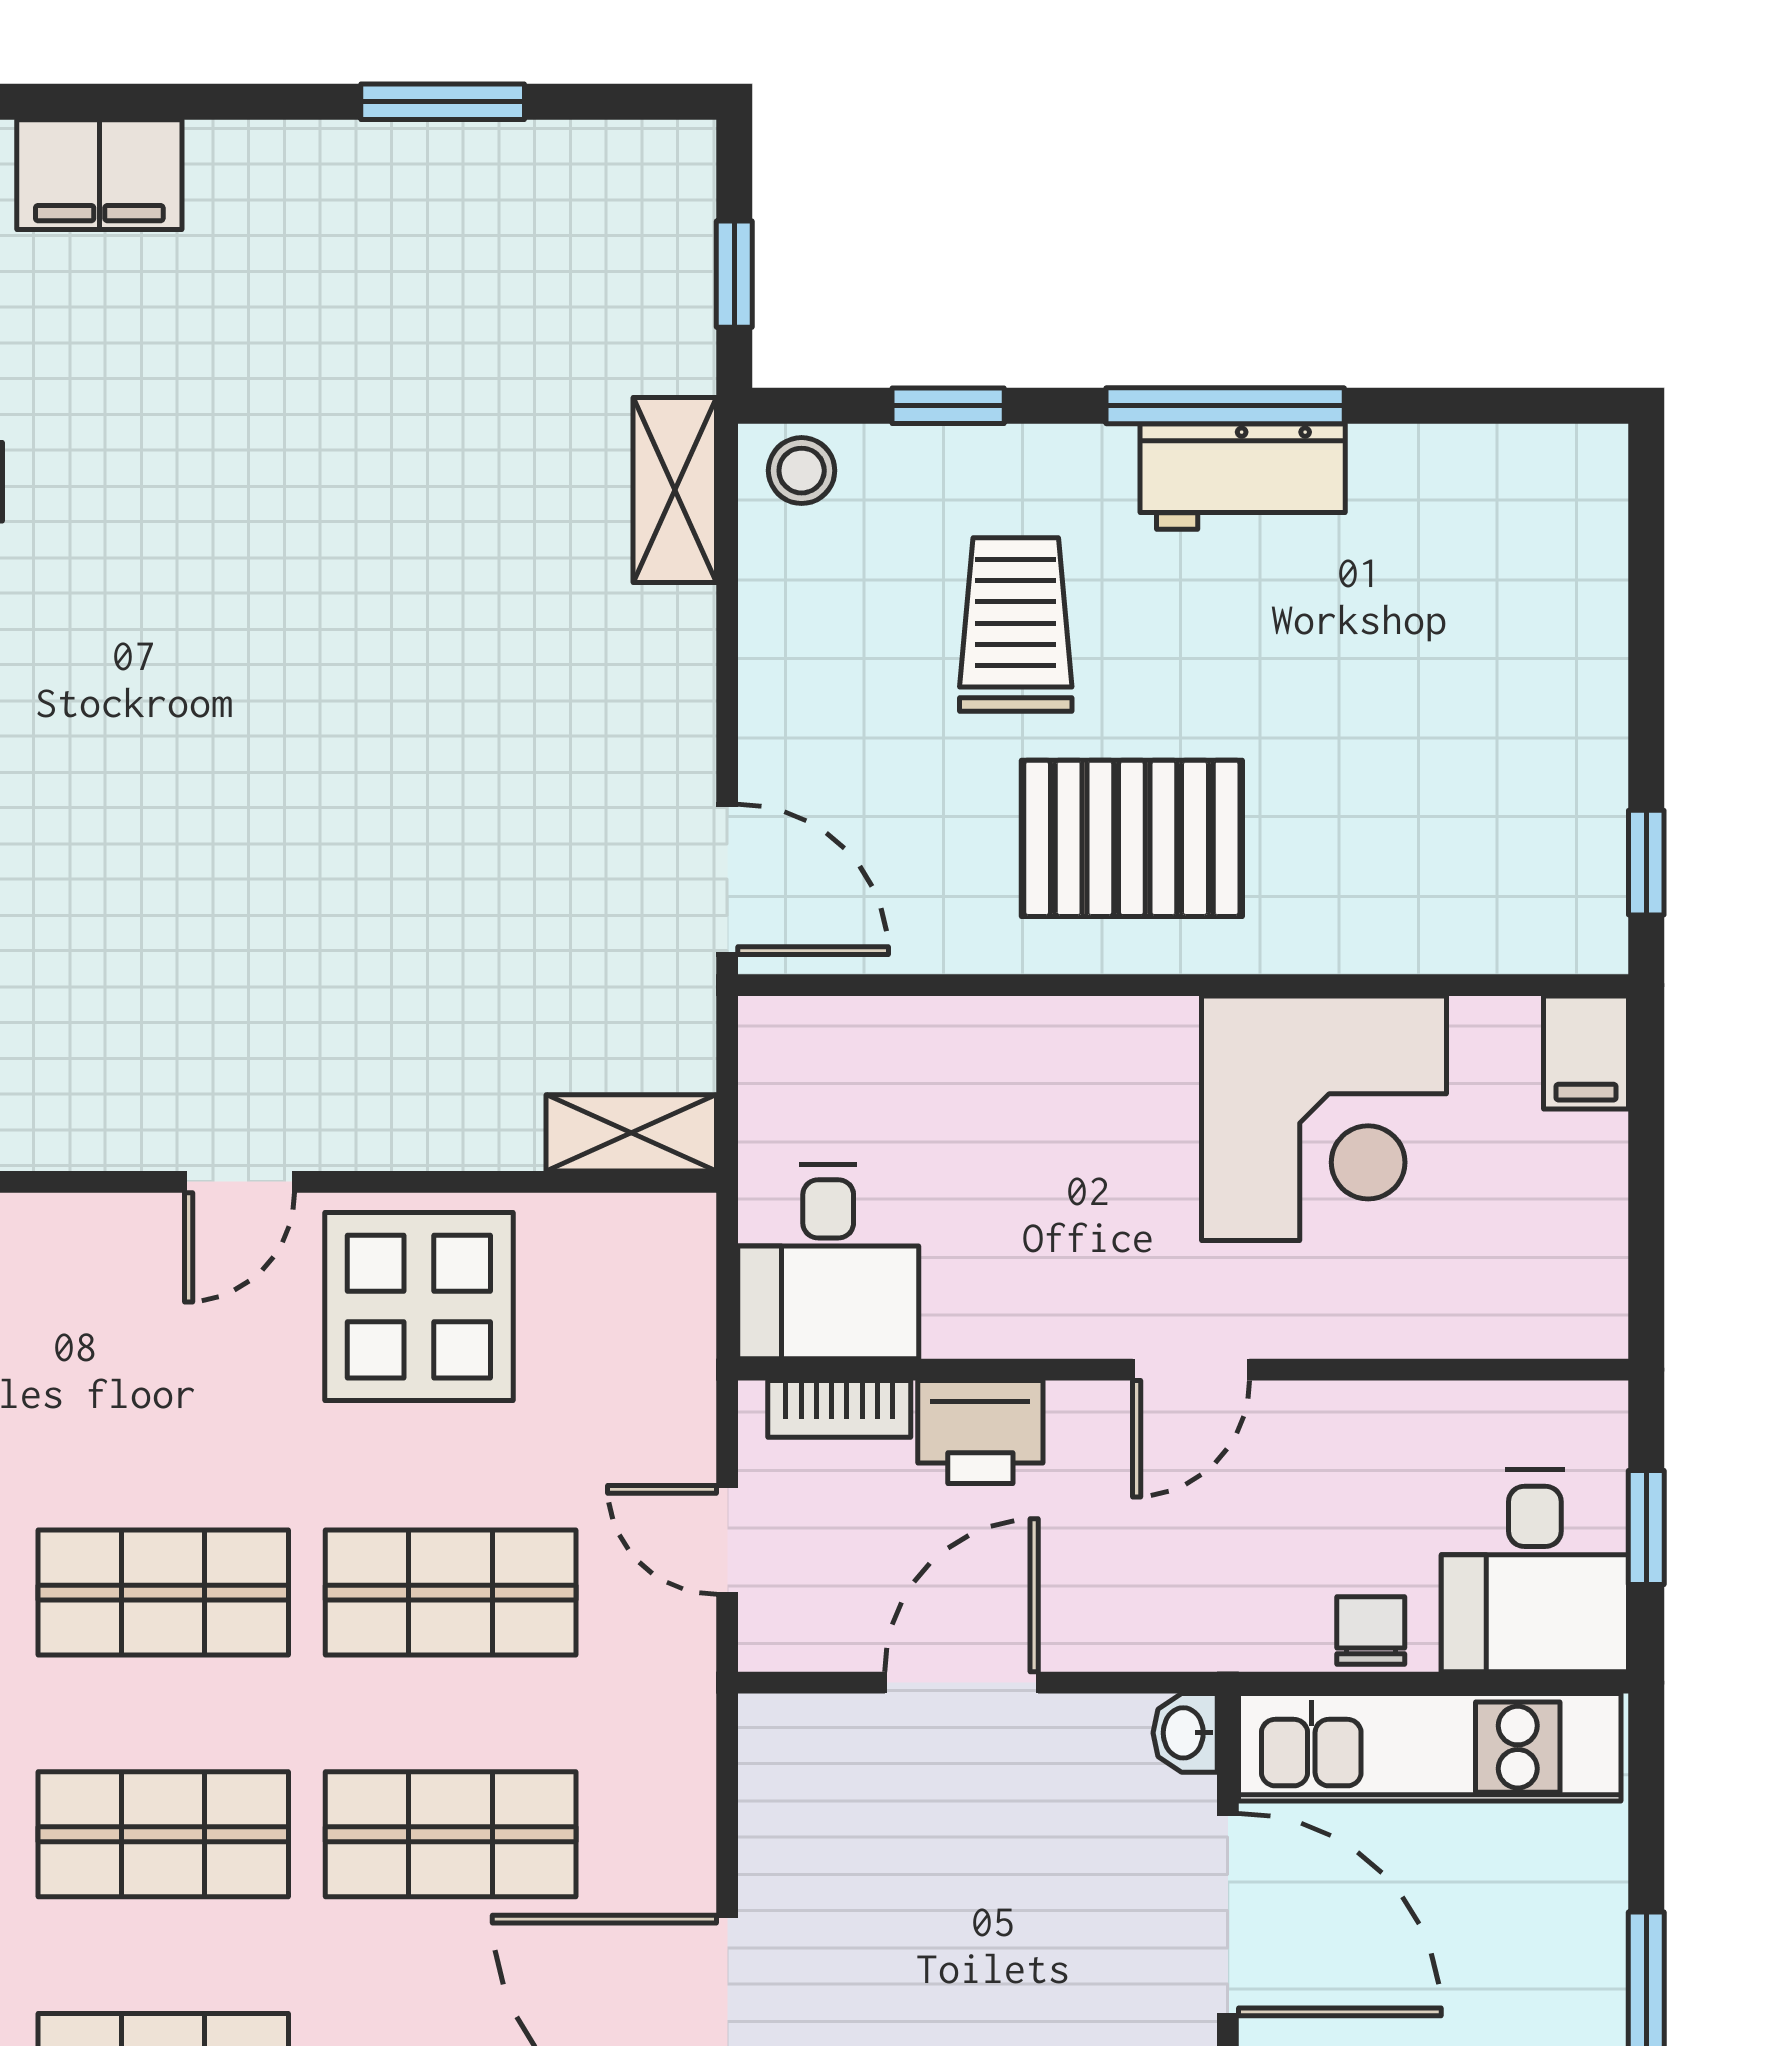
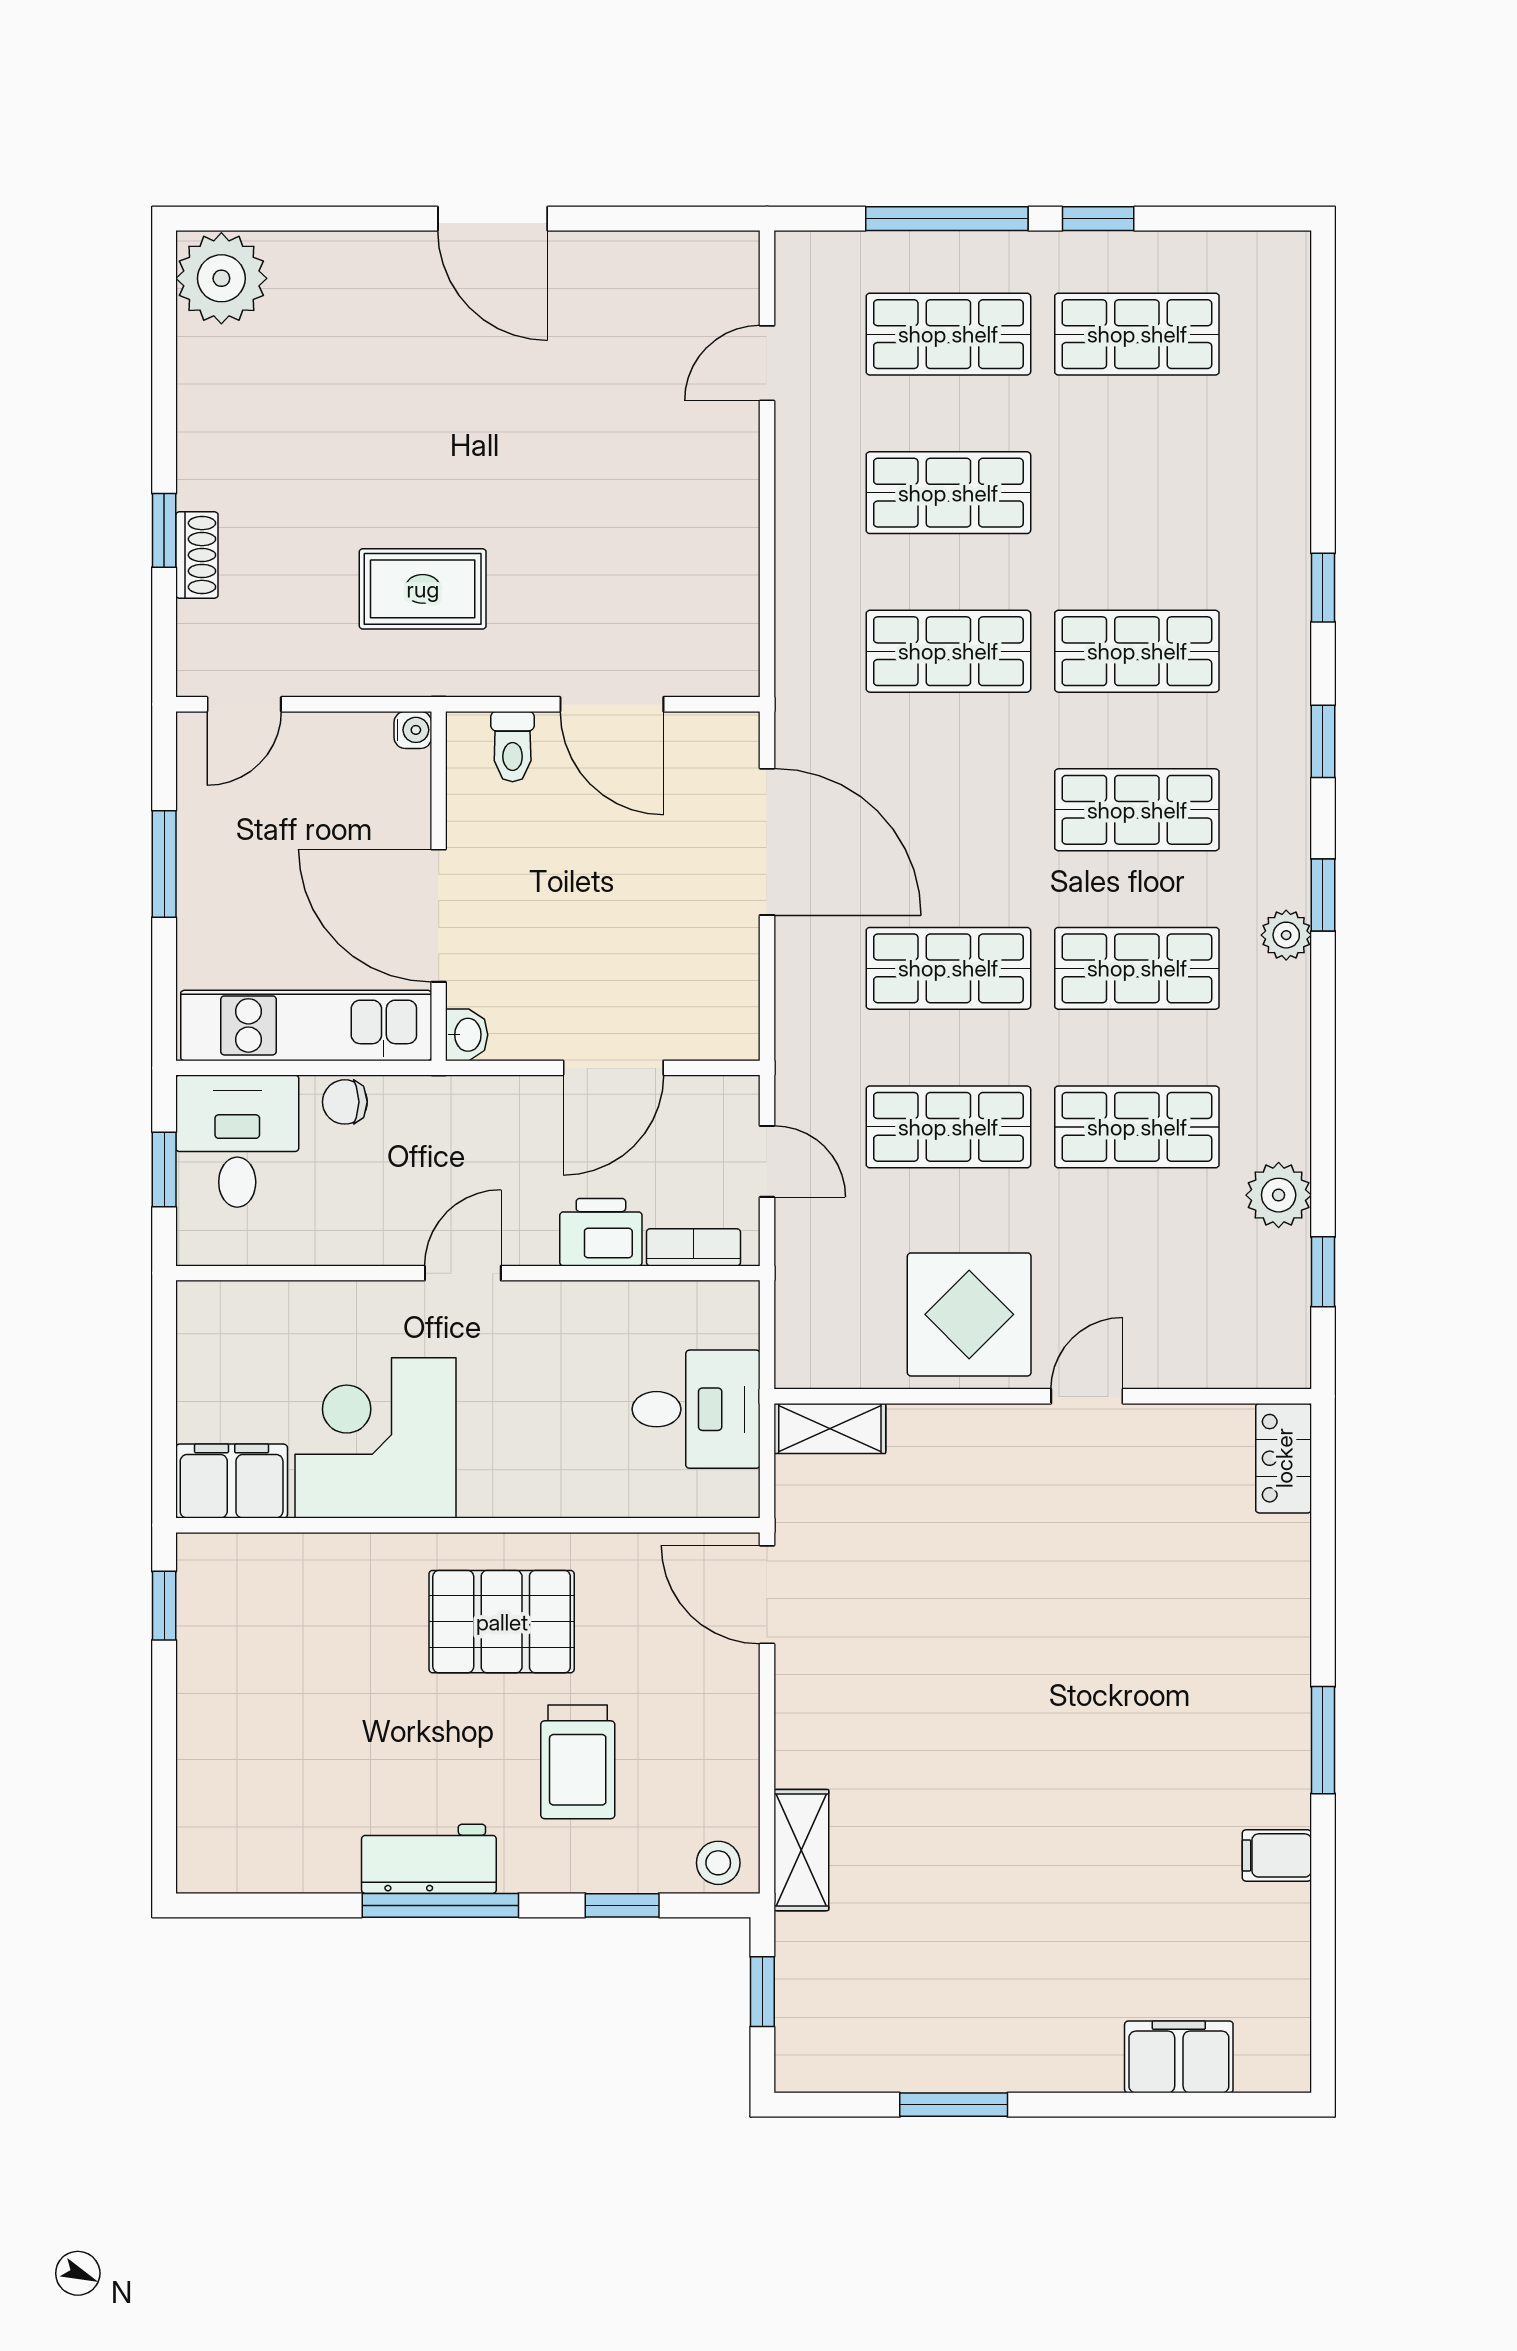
filing cabinet: (1586, 1052) -> (232, 1481), width x2.00
desk: (828, 1261) -> (696, 1409), moved, turned 90
chair: (1371, 1631) -> (345, 1102), turned 90

